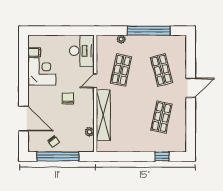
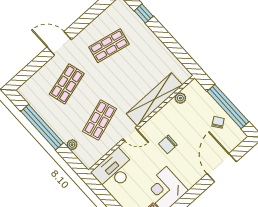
shop shelf: (121, 70) -> (100, 120), turned -30

